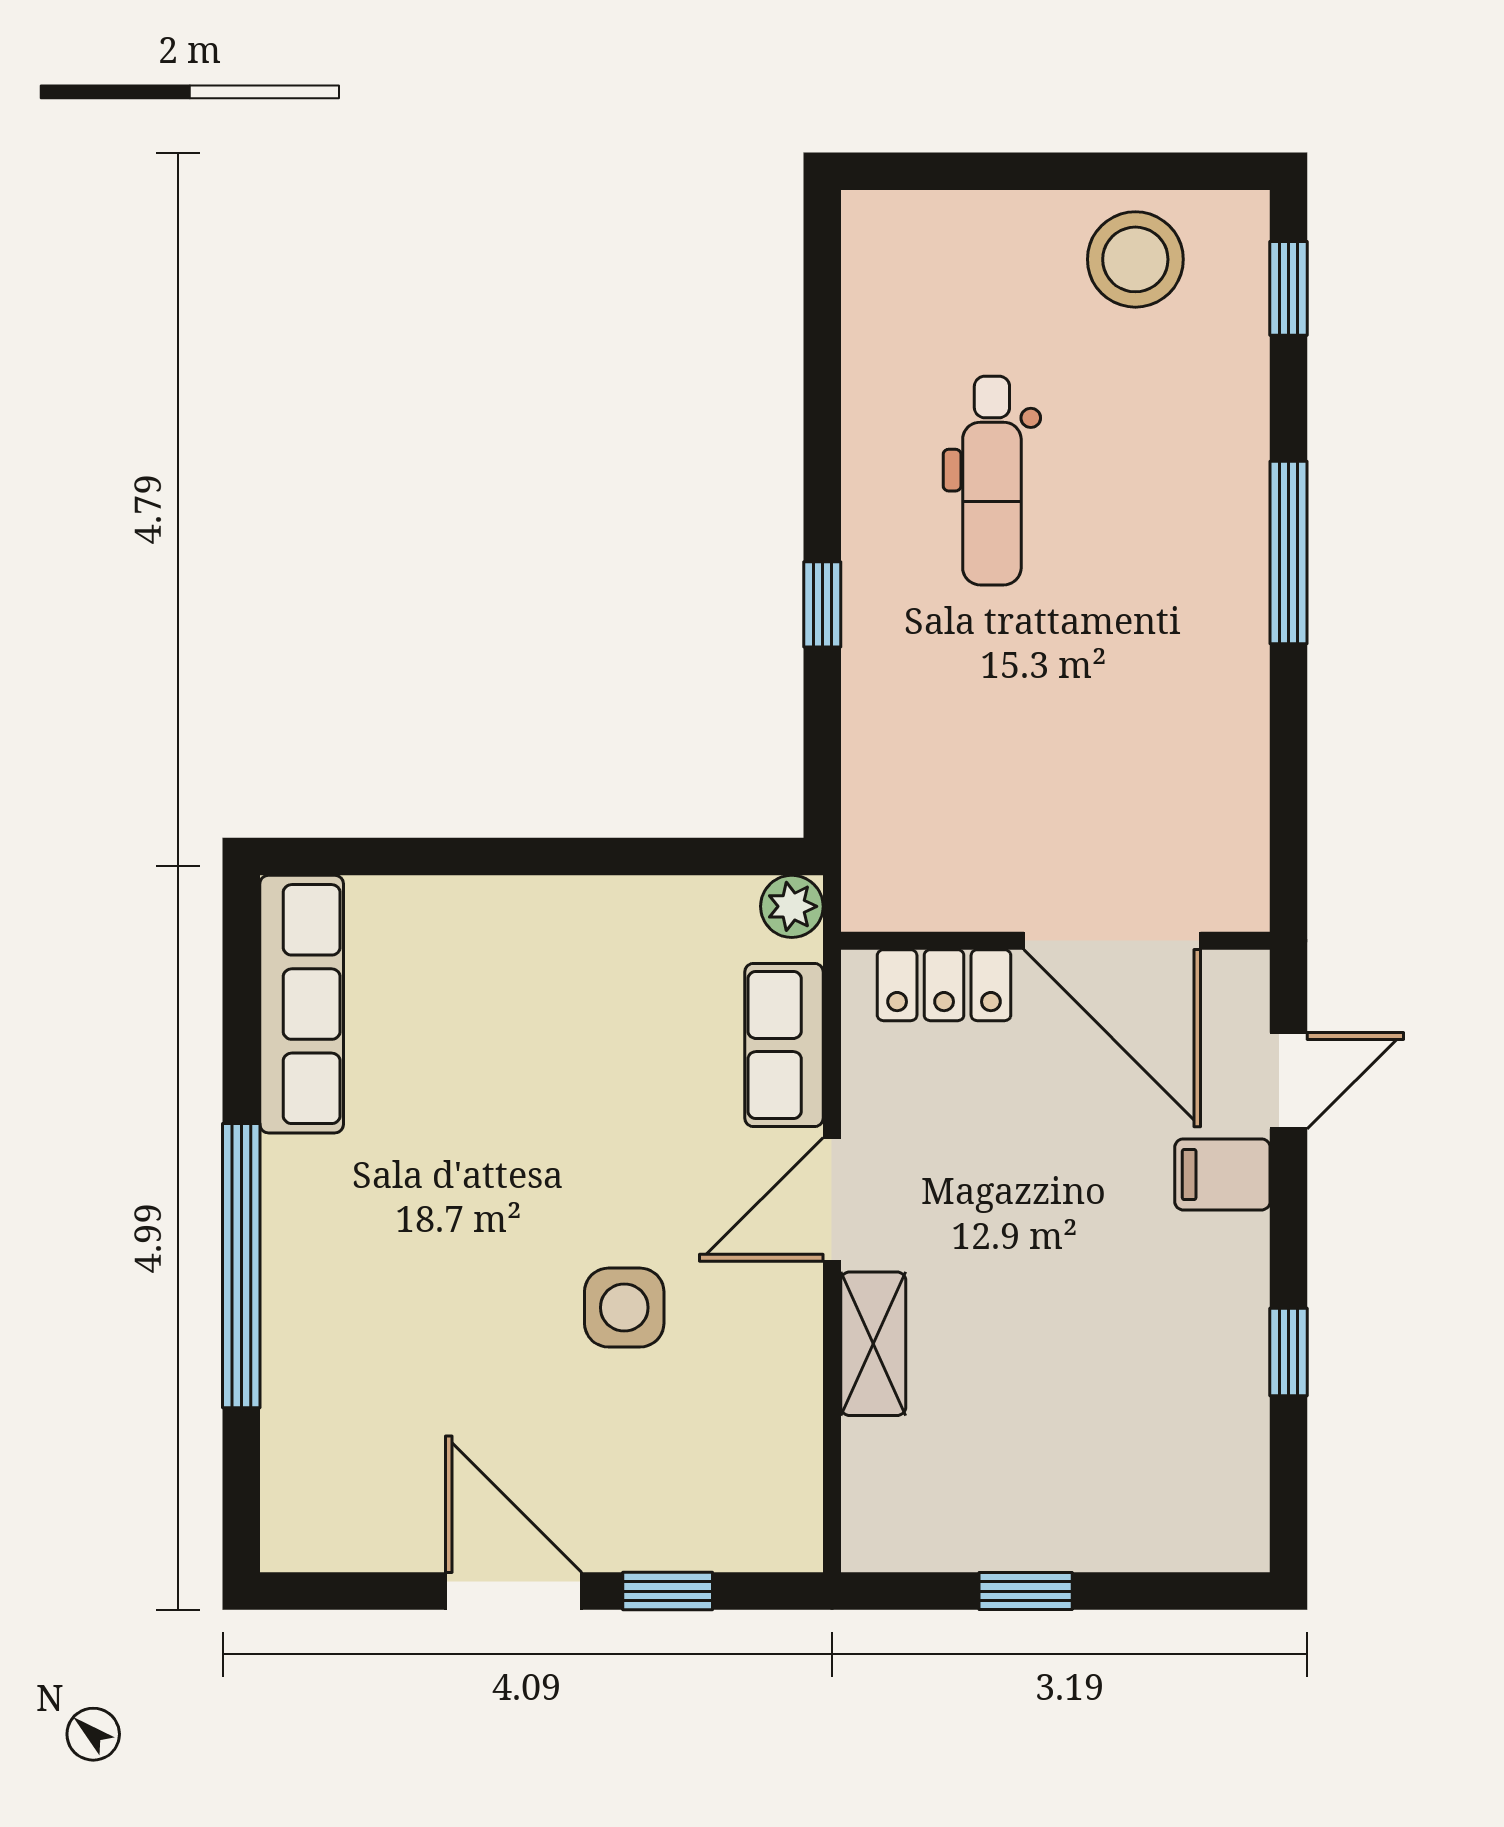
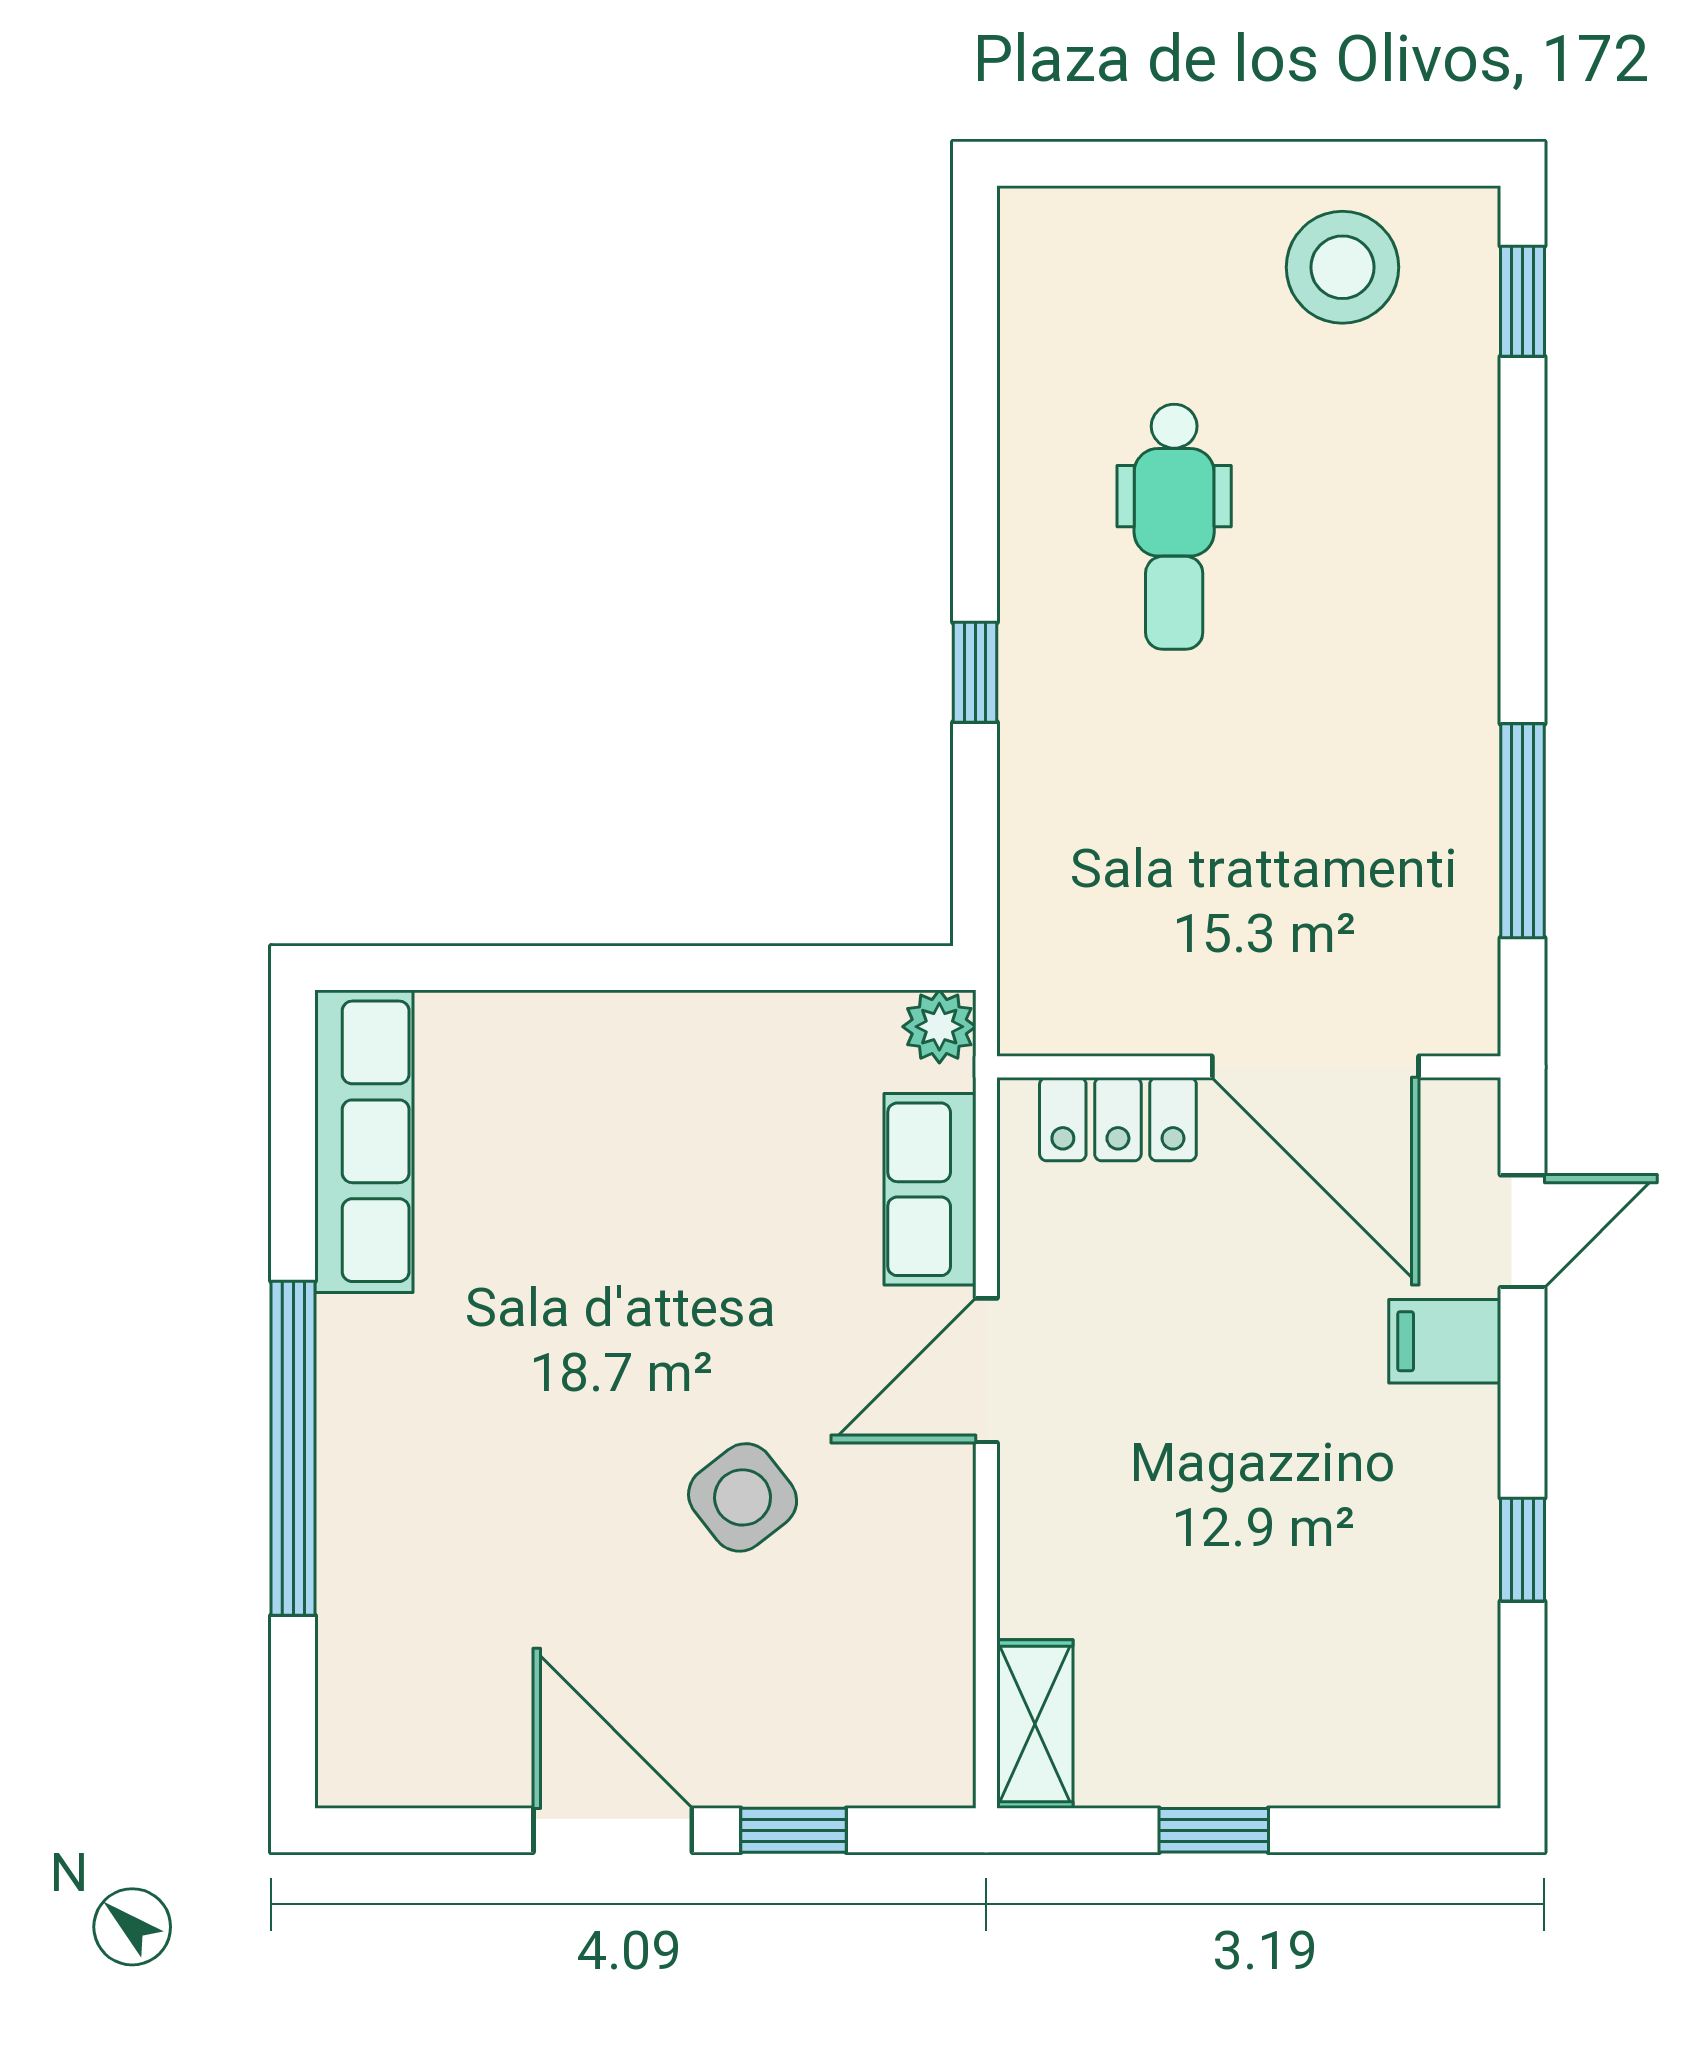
window: (1289, 552) -> (1522, 831), moved
side table: (624, 1308) -> (743, 1497), turned -38
shelving: (873, 1344) -> (1035, 1724), moved

